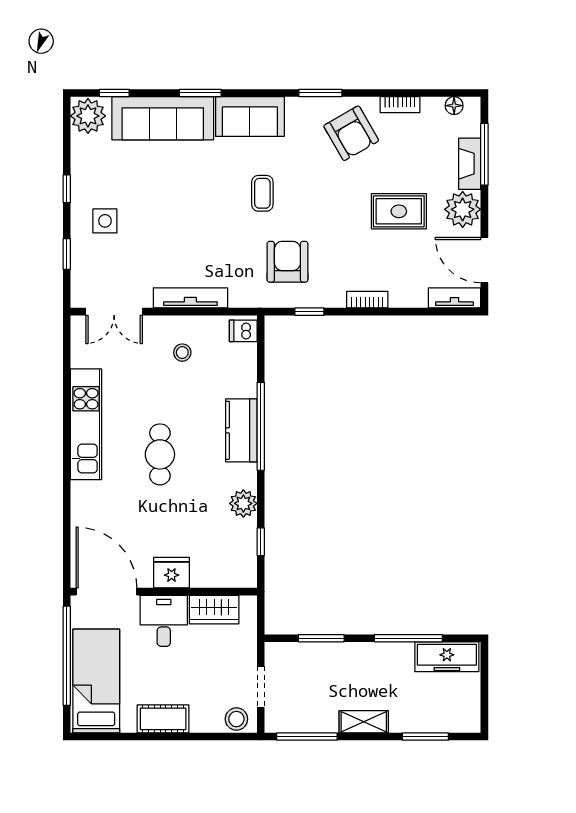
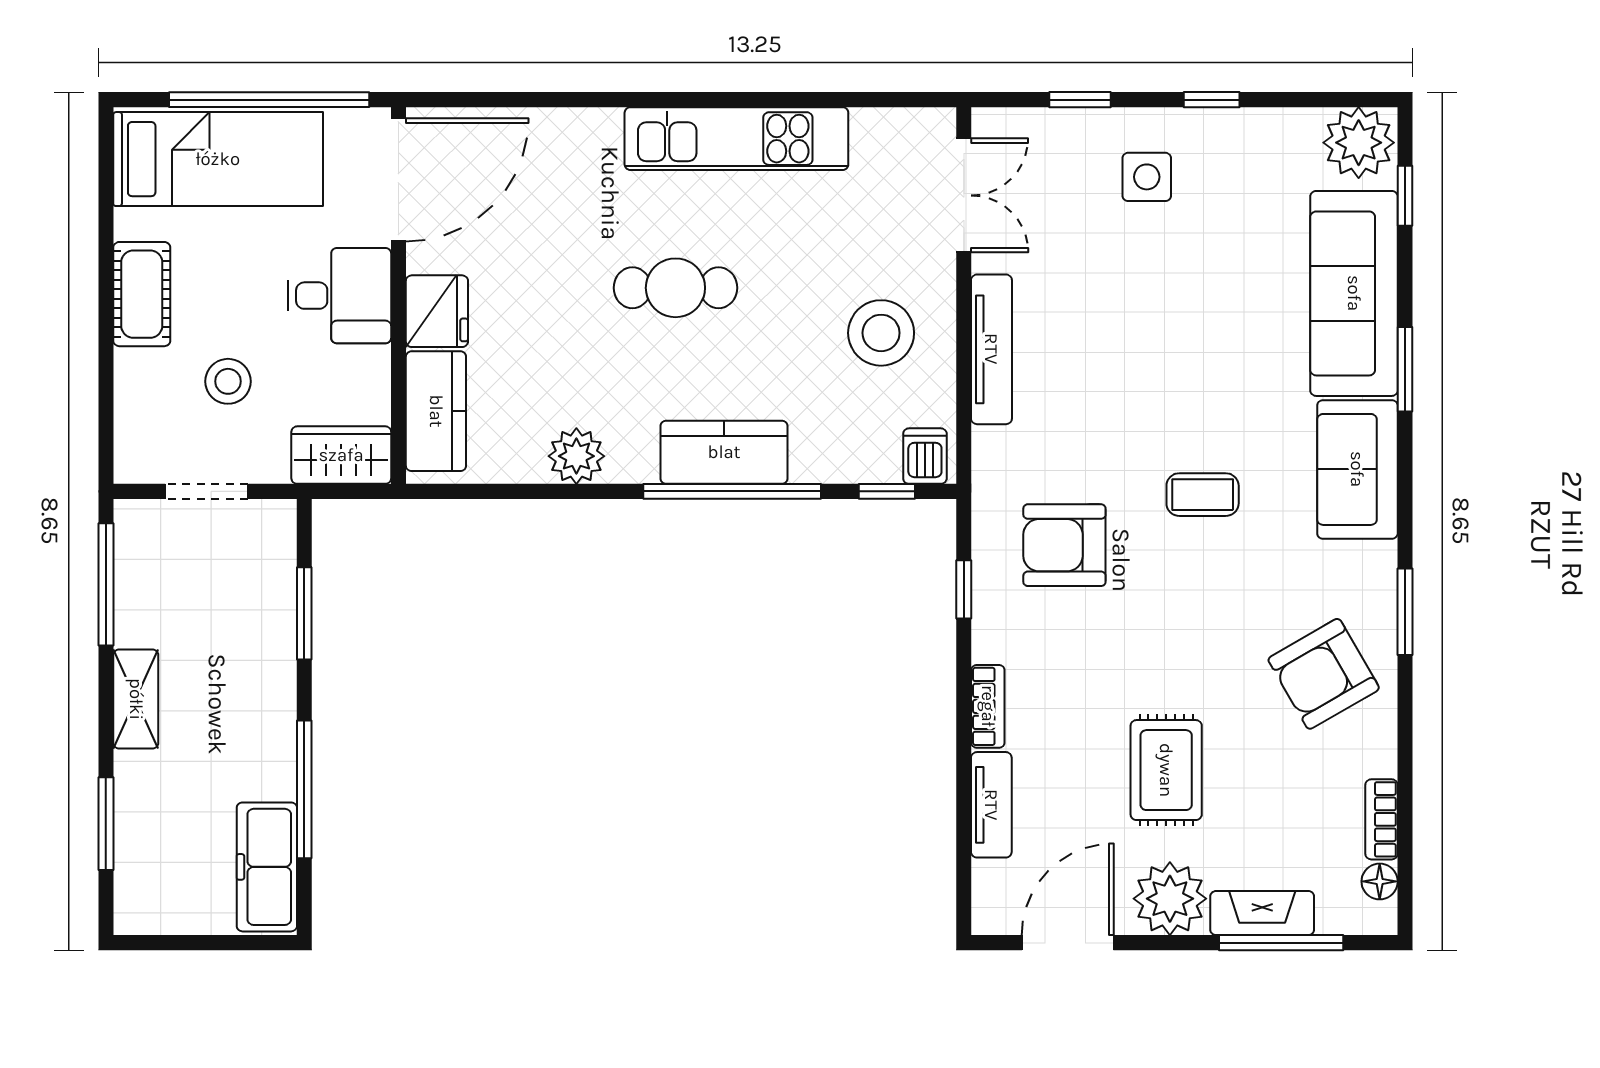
bookcase: (400, 105) -> (1382, 819), moved
armchair: (287, 262) -> (1064, 545), turned 180
tv unit: (454, 298) -> (991, 805), moved
double door: (114, 312) -> (964, 195), swing flipped
stool: (182, 353) -> (881, 333), width x1.89, depth x1.89
window: (261, 542) -> (887, 491), moved
kitchen counter: (221, 573) -> (436, 411), added
wardrobe: (214, 610) -> (341, 455), moved, turned 90
stool: (236, 719) -> (228, 381), moved

